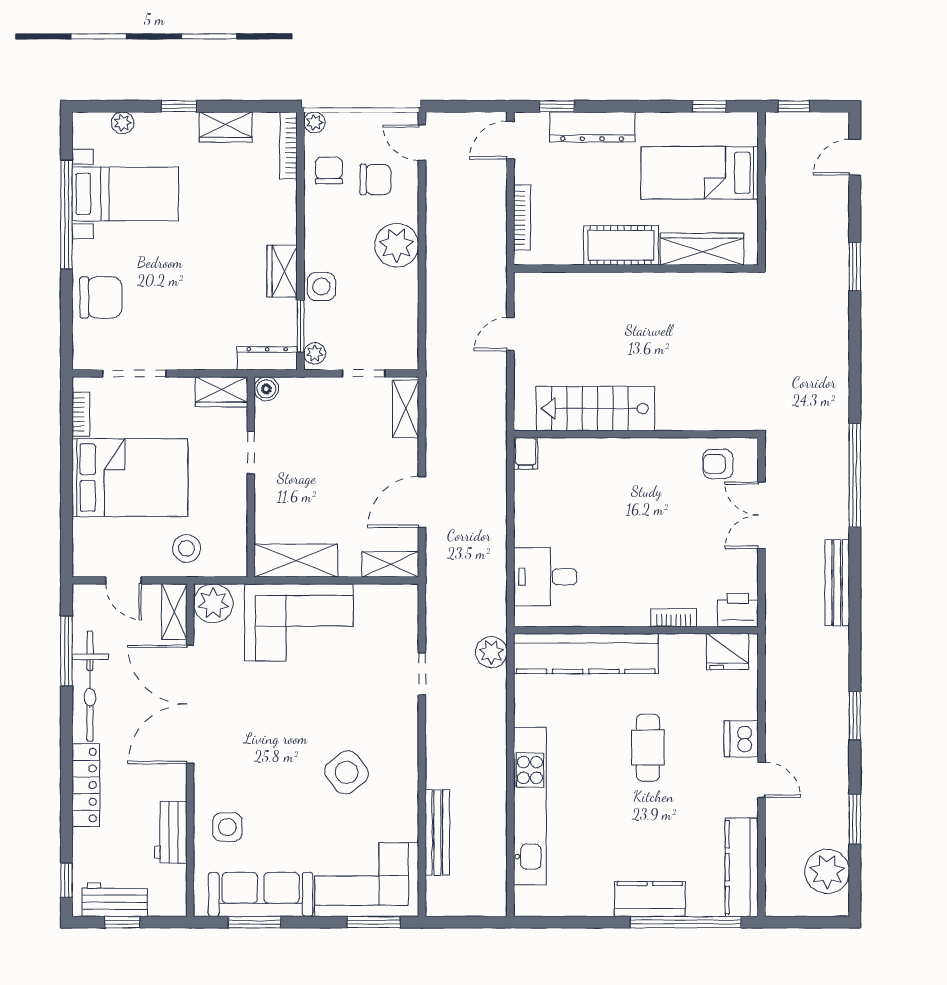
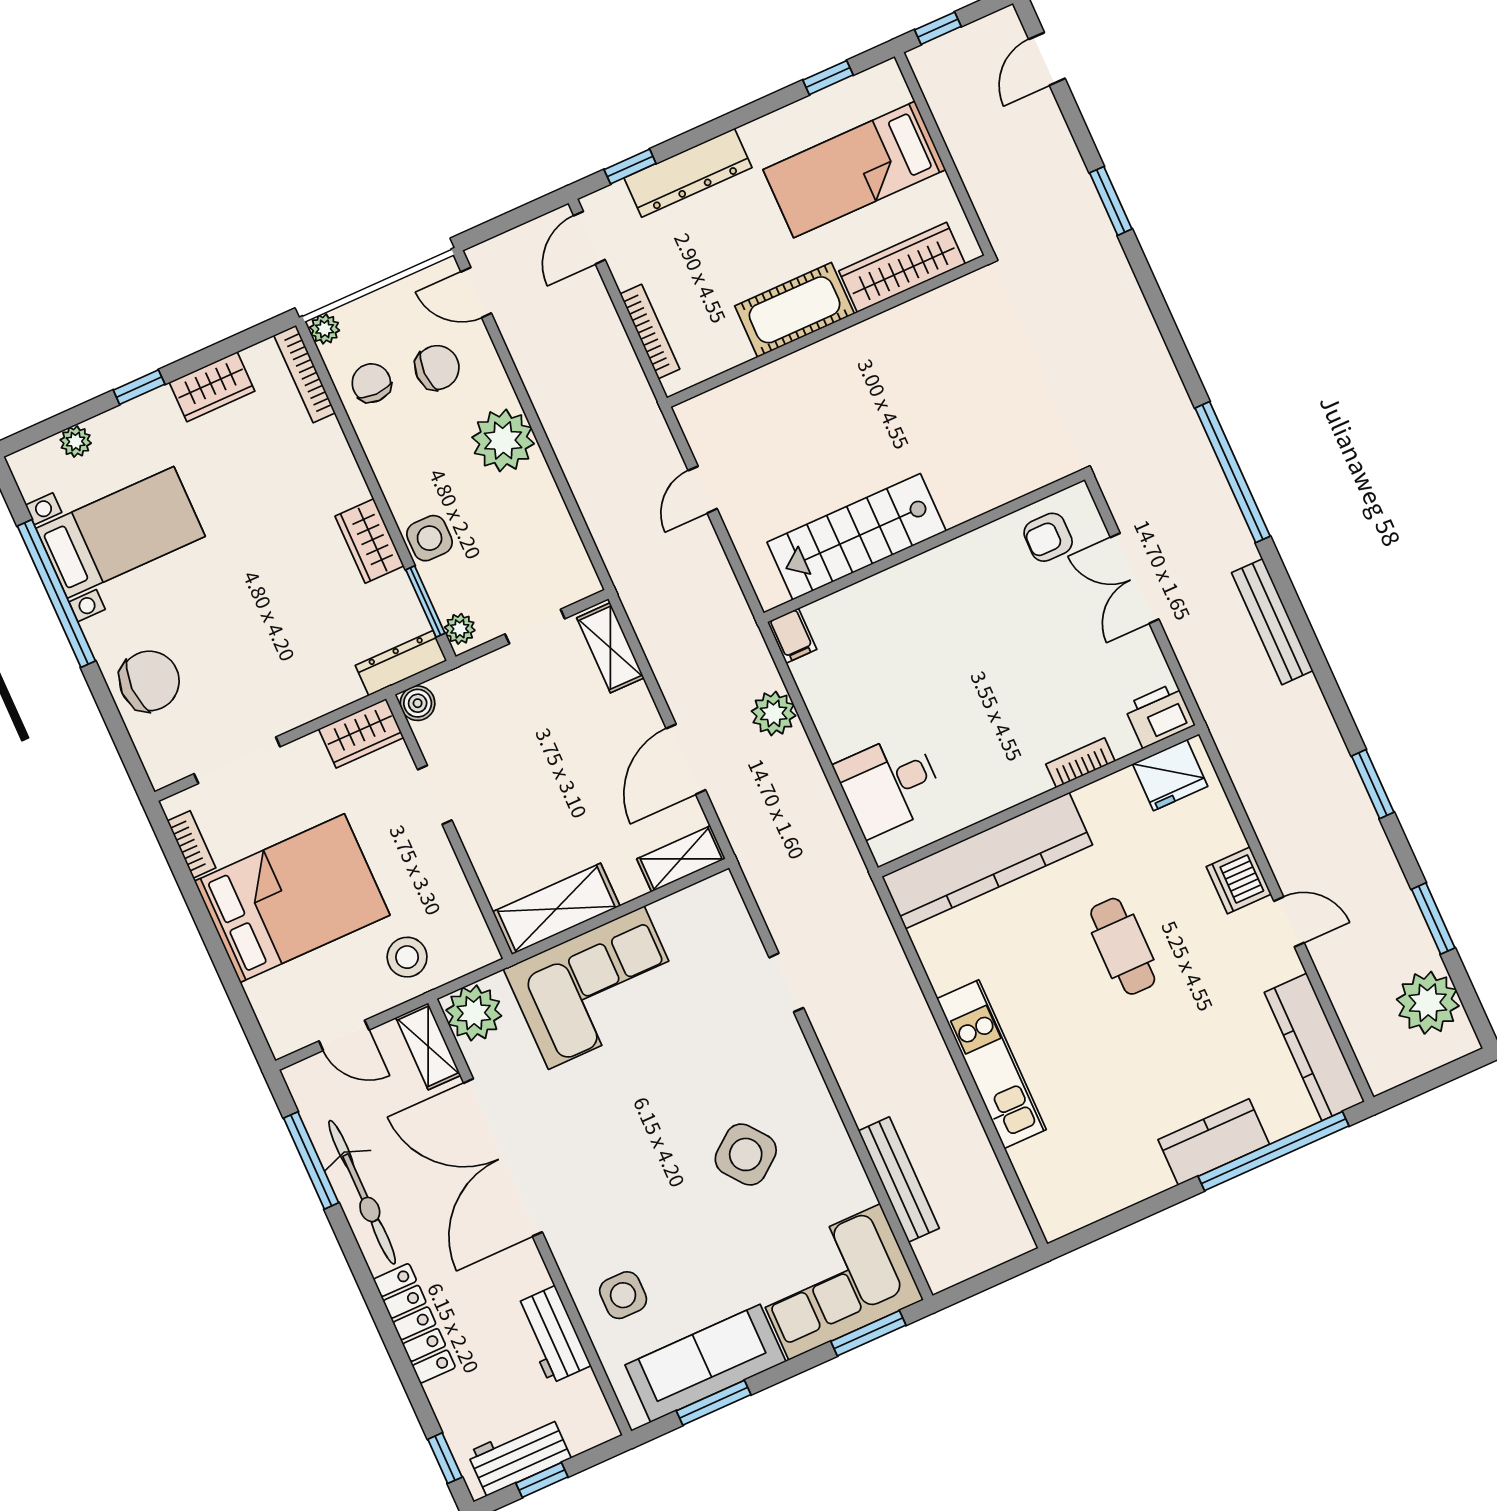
plant: (491, 652) -> (774, 713), moved
kitchen unit: (530, 806) -> (991, 1064), width x0.73

